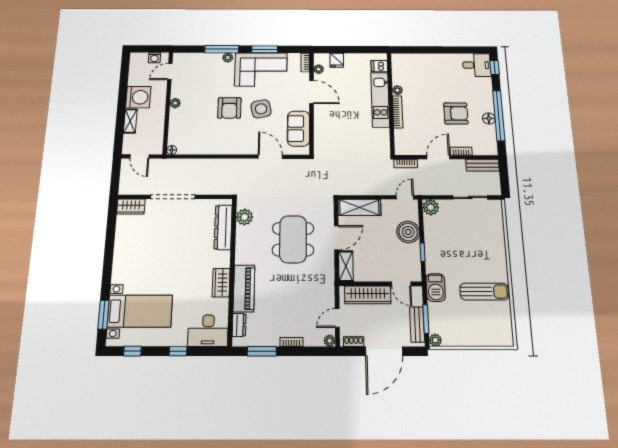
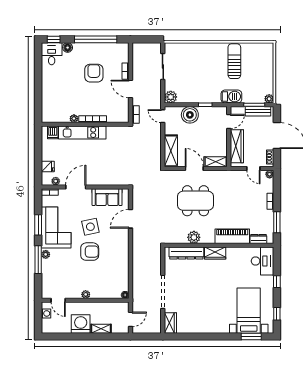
floor lamp: (489, 118) -> (68, 48), moved
bench: (483, 165) -> (137, 55), removed
plant: (245, 217) -> (194, 237), moved
wardrobe: (221, 283) -> (215, 253), moved

